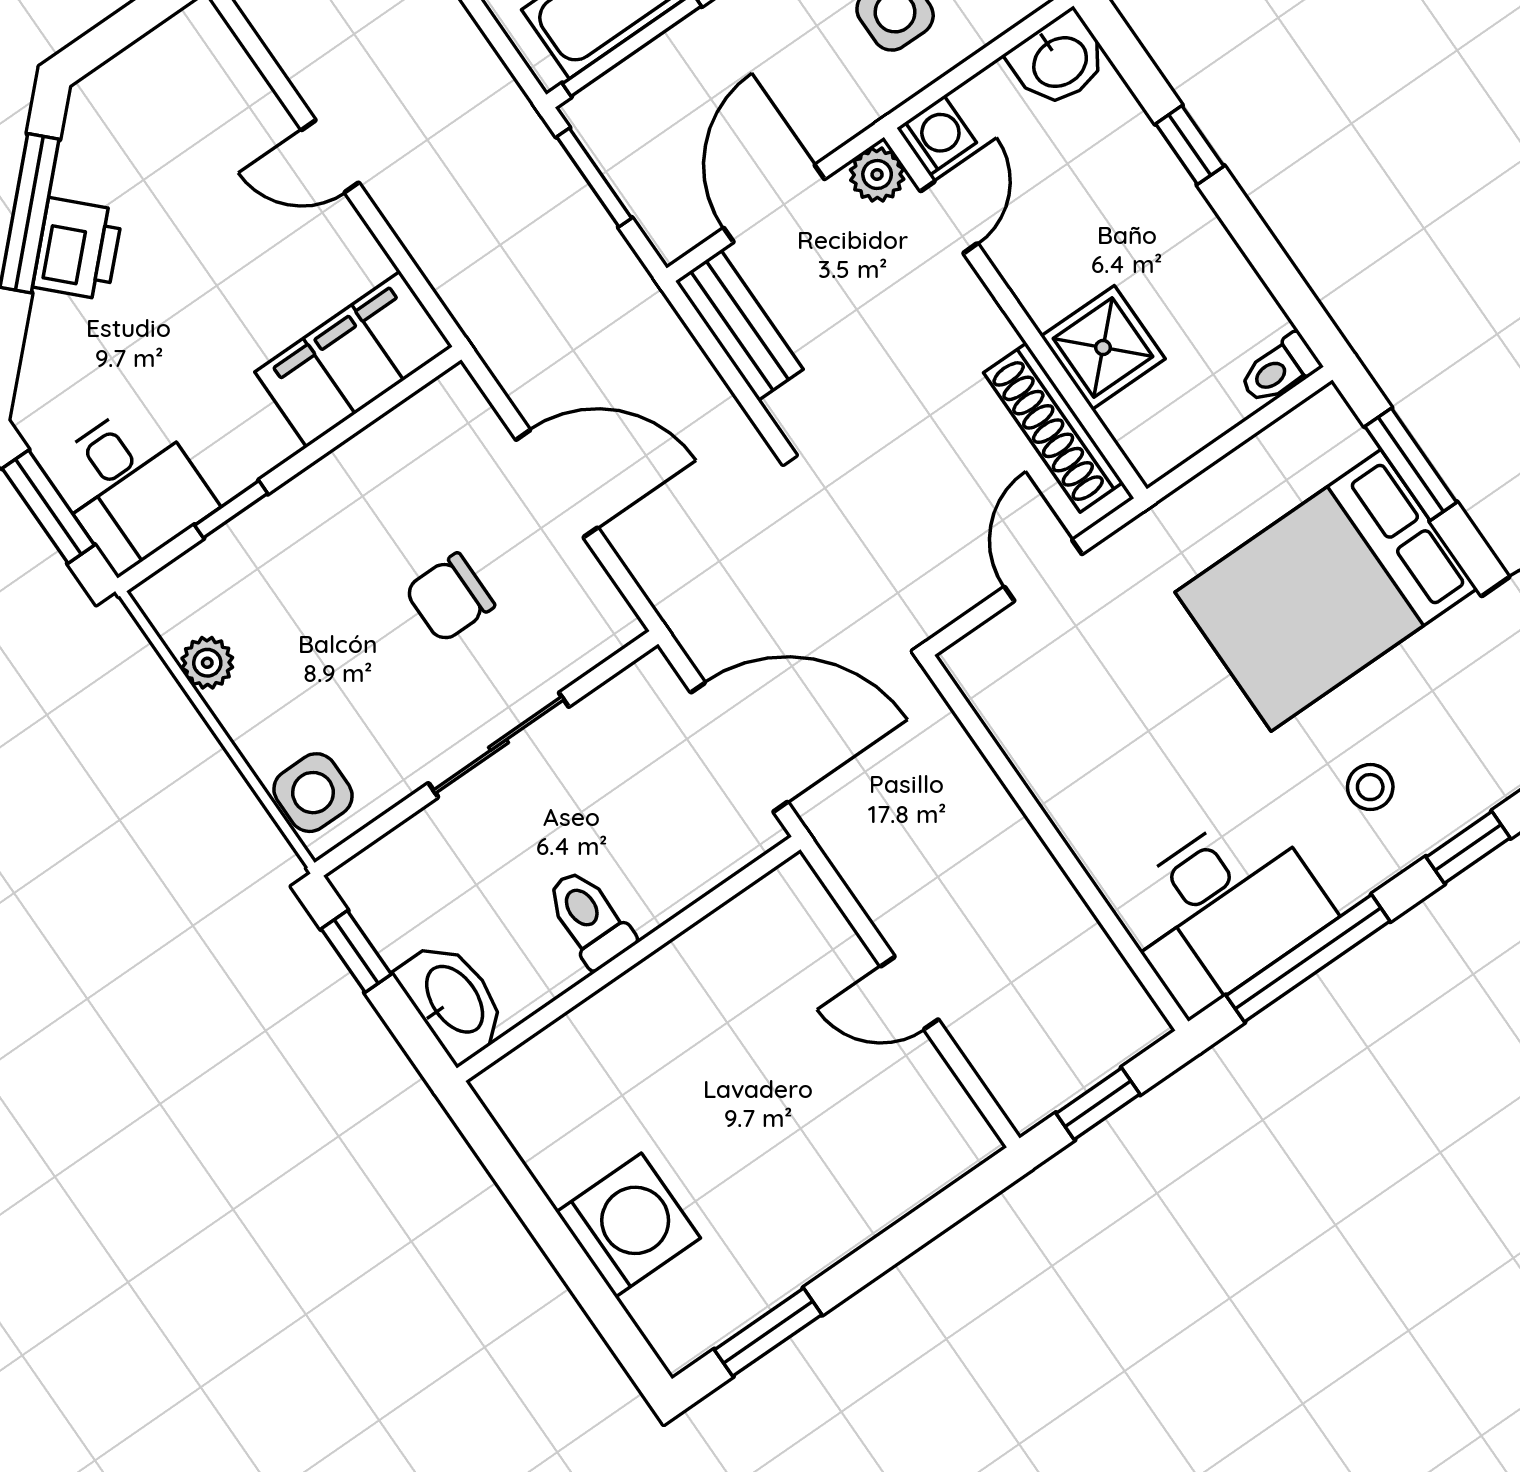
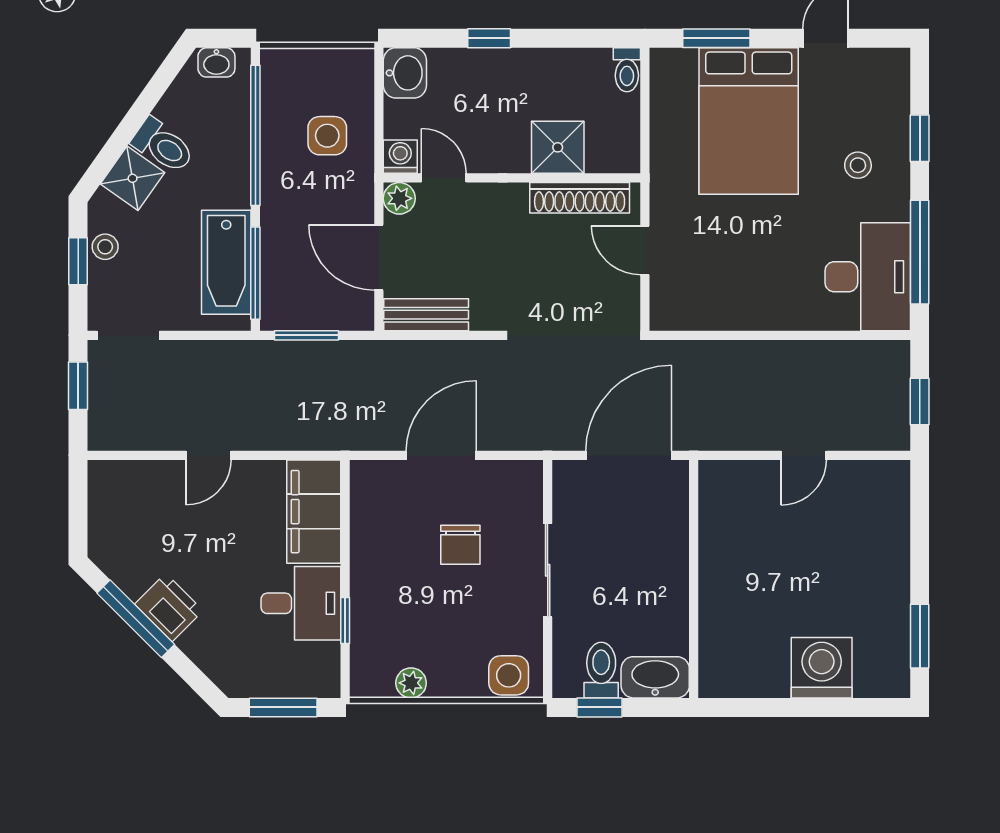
desk: (131, 487) -> (301, 603), moved
toilet: (589, 919) -> (601, 670), moved, turned 90

